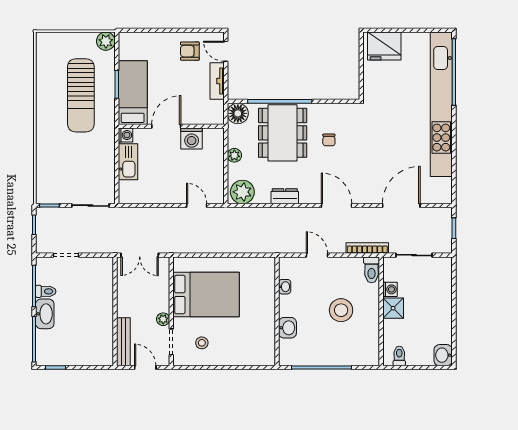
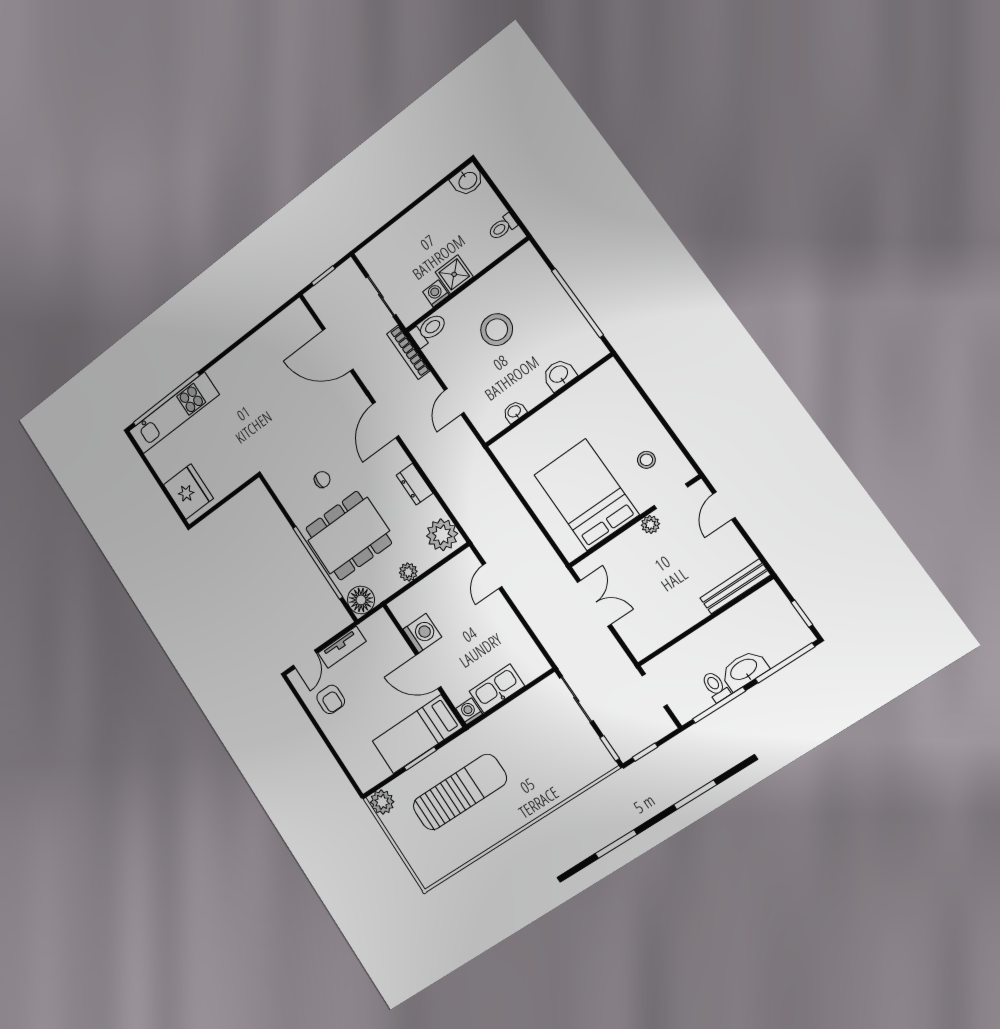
kitchen unit: (441, 104) -> (174, 413), width x0.54
wall: (115, 311) -> (705, 621), moved
bench: (123, 342) -> (735, 586), moved

